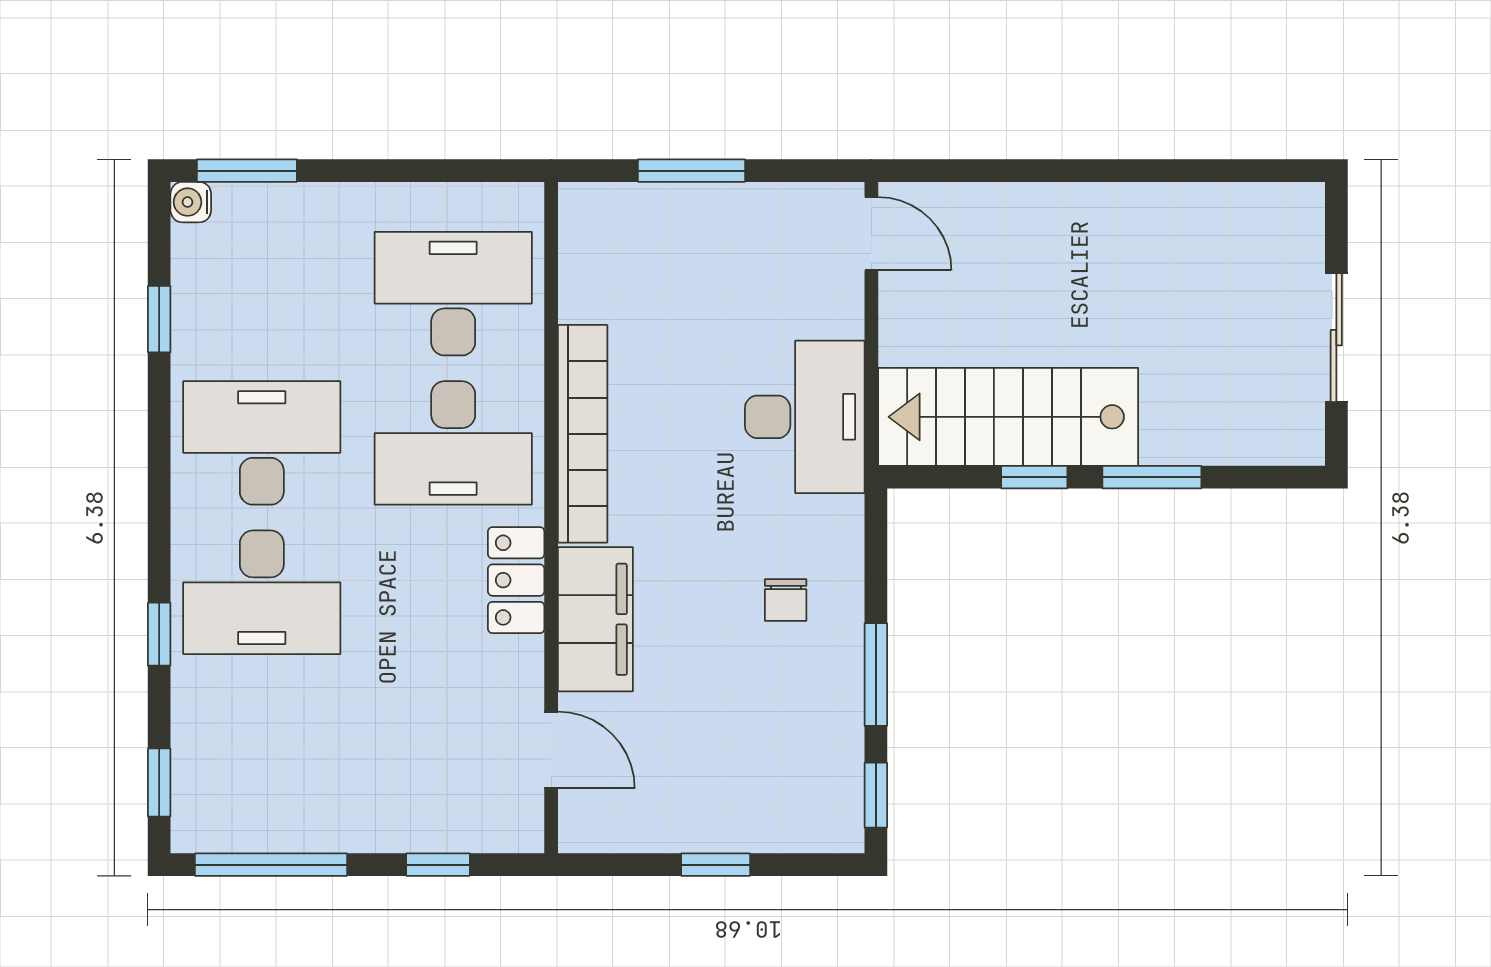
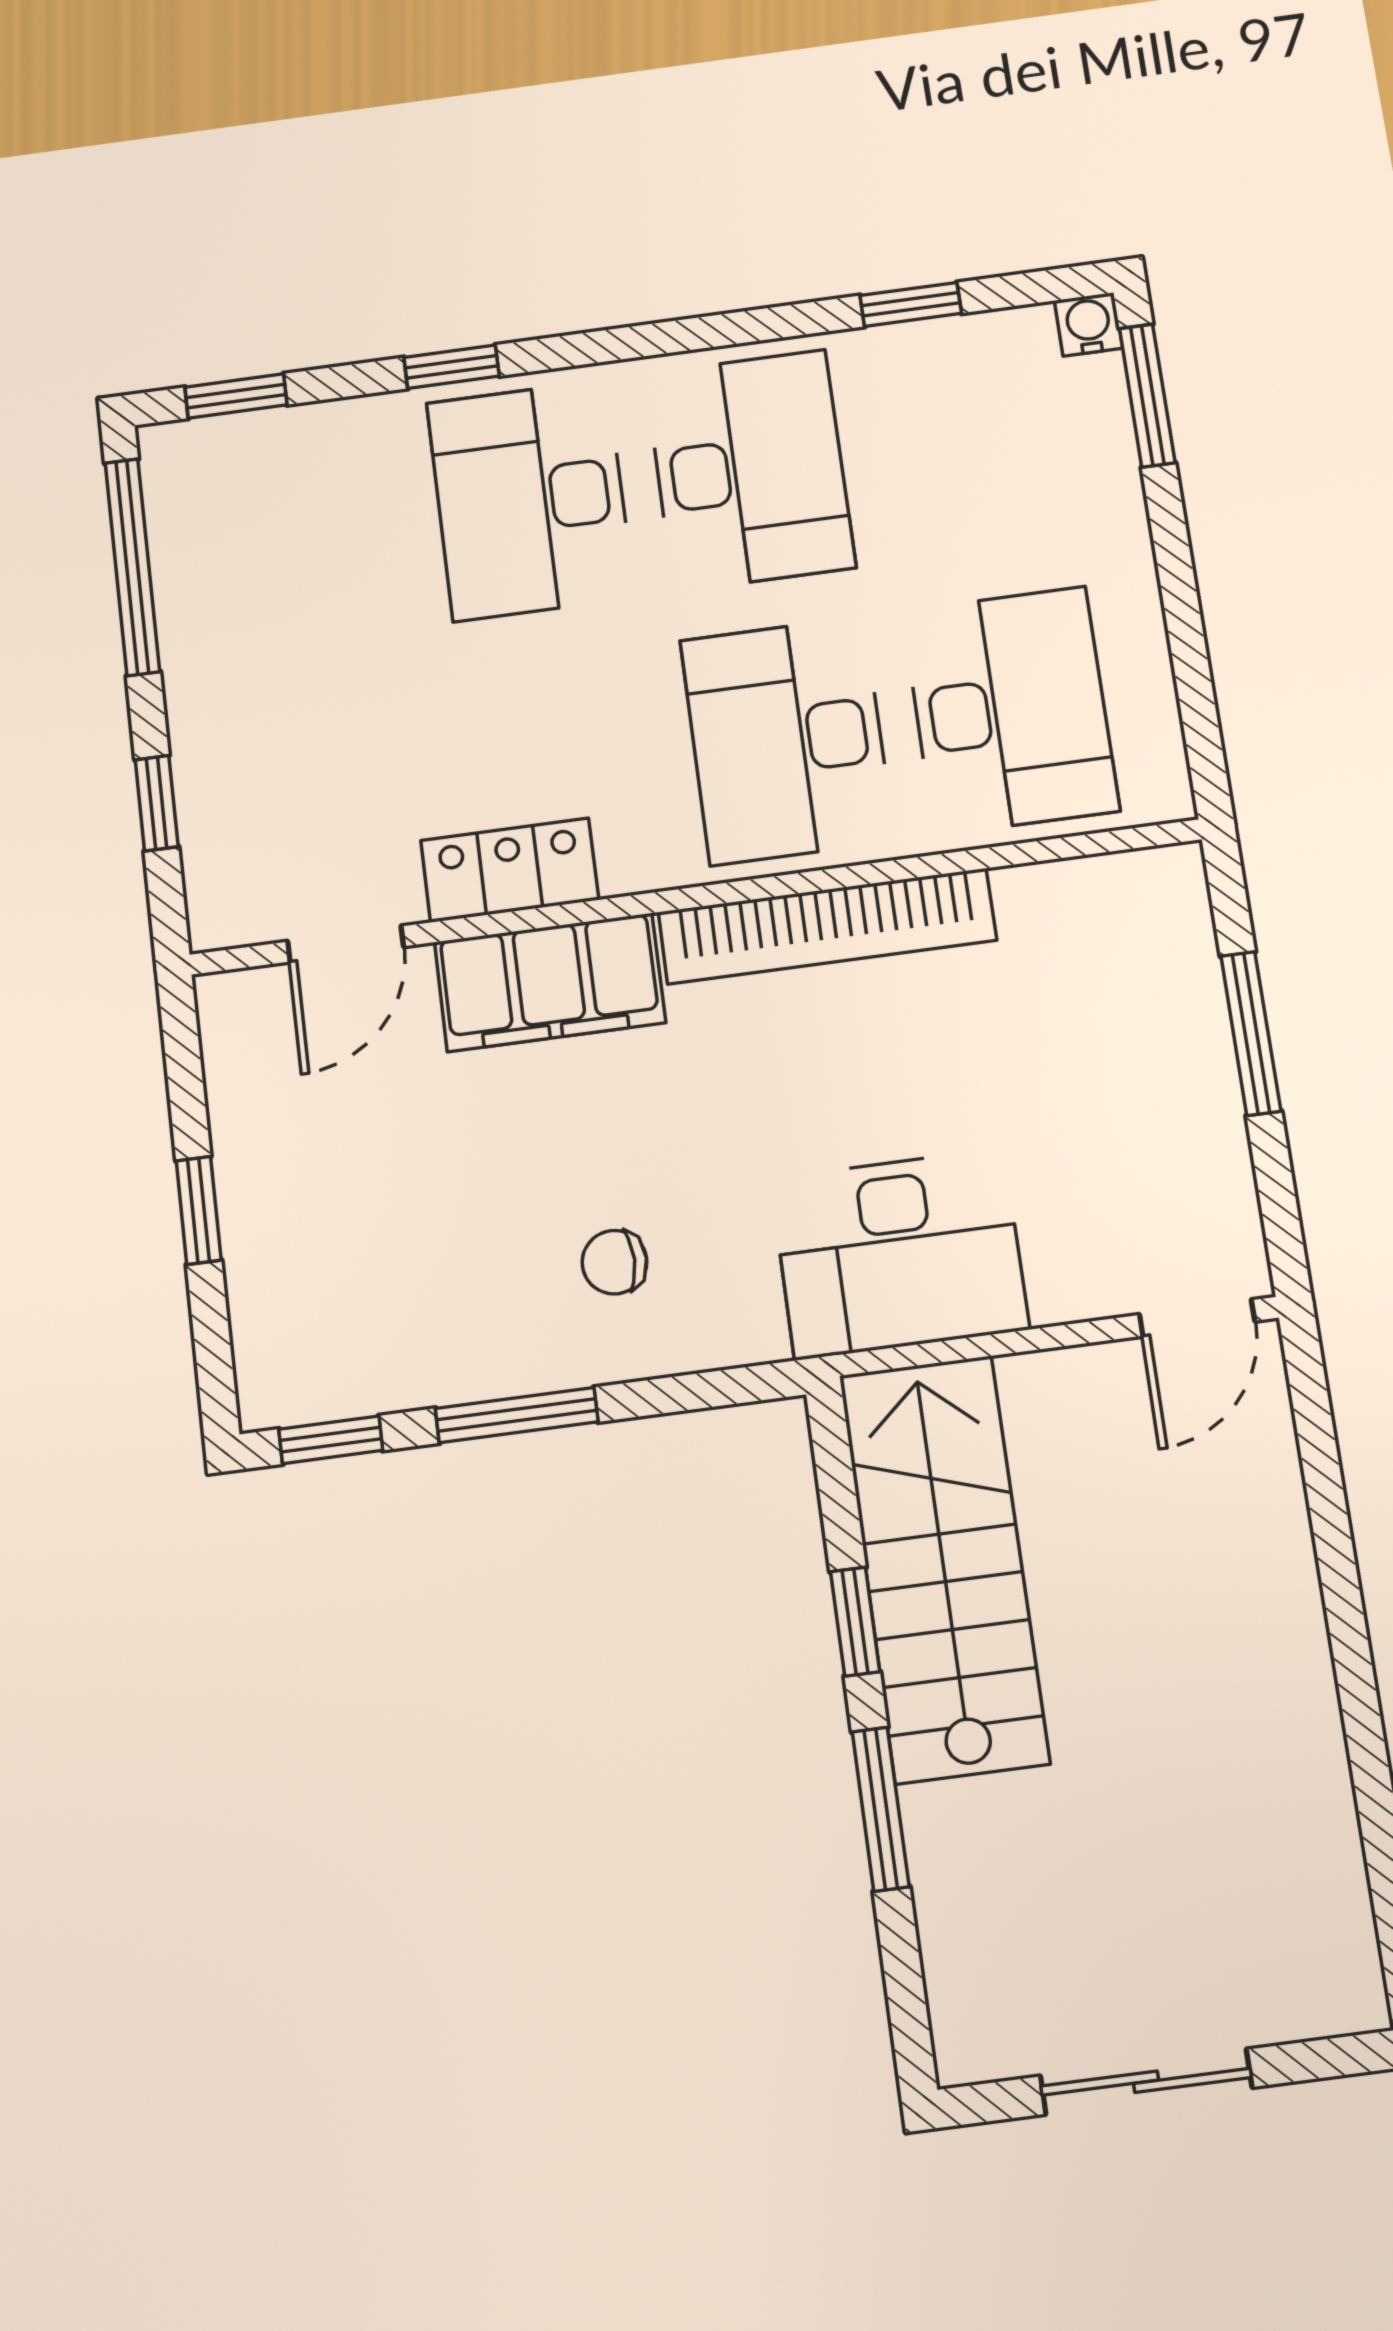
locker: (516, 580) -> (510, 870), moved

